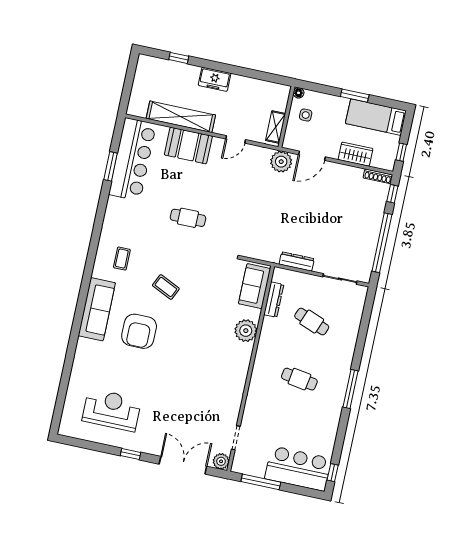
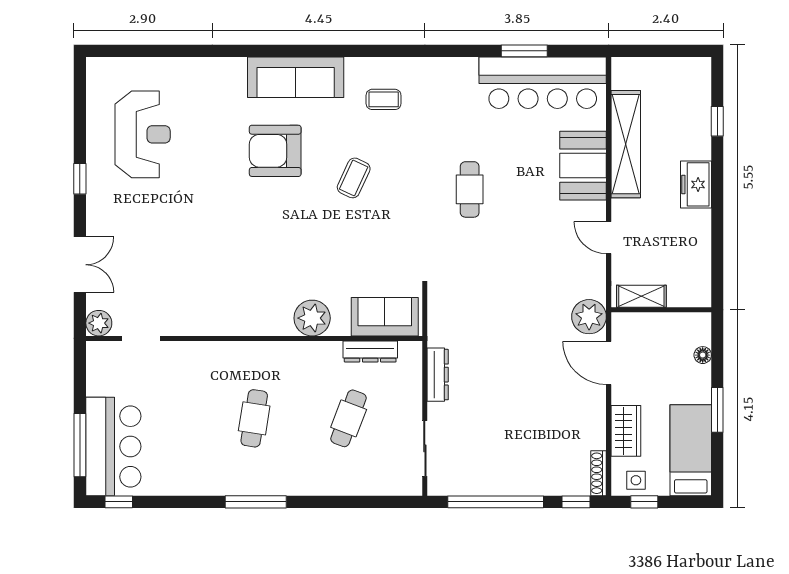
floor lamp: (298, 93) -> (703, 355), moved
side table: (306, 115) -> (636, 480), moved
double door: (183, 465) -> (80, 265), width x0.73
window: (261, 482) -> (80, 445), moved

